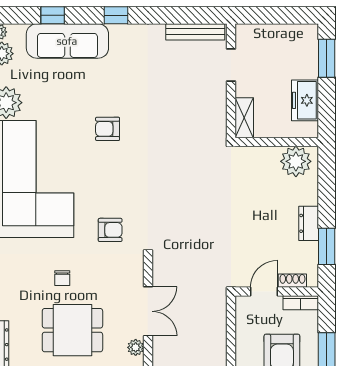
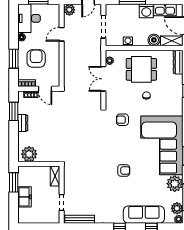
window: (327, 58) -> (14, 182), moved
freezer: (305, 100) -> (25, 197), moved
door: (264, 292) -> (45, 89), hinge flipped

